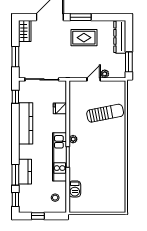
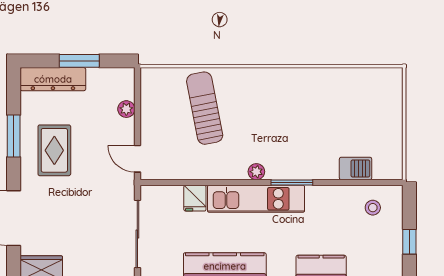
window: (81, 17) -> (14, 136), moved
window: (129, 62) -> (79, 61), moved
door: (94, 79) -> (137, 159), moved
kitchen unit: (60, 157) -> (256, 199), moved

